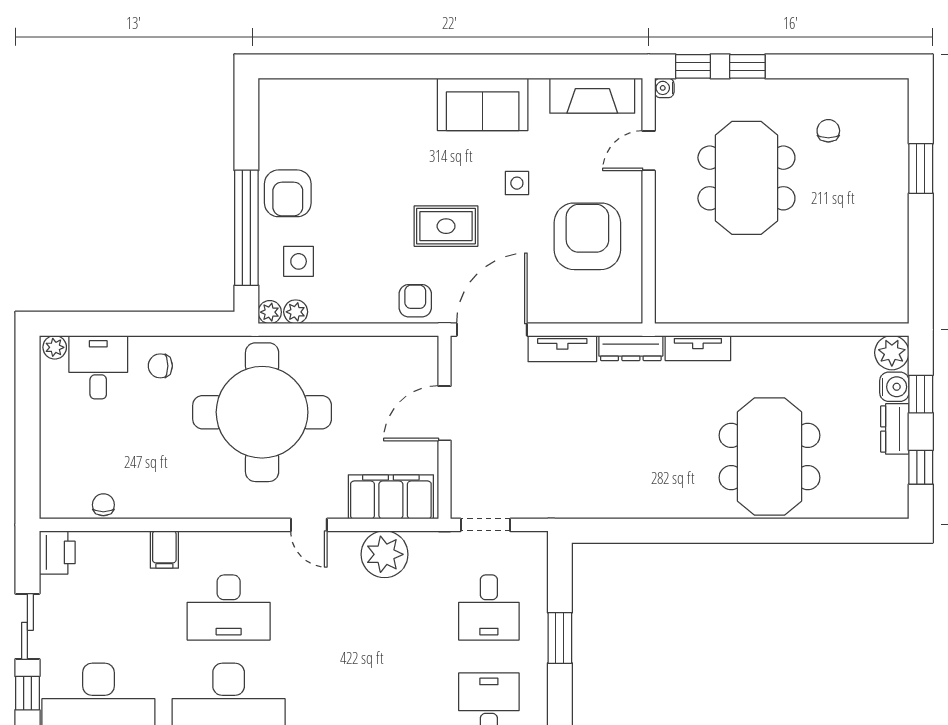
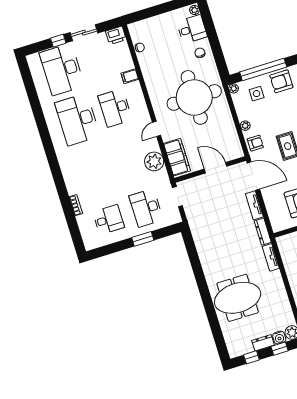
plant: (296, 312) -> (245, 126), moved
desk: (489, 608) -> (146, 208), width x1.37

